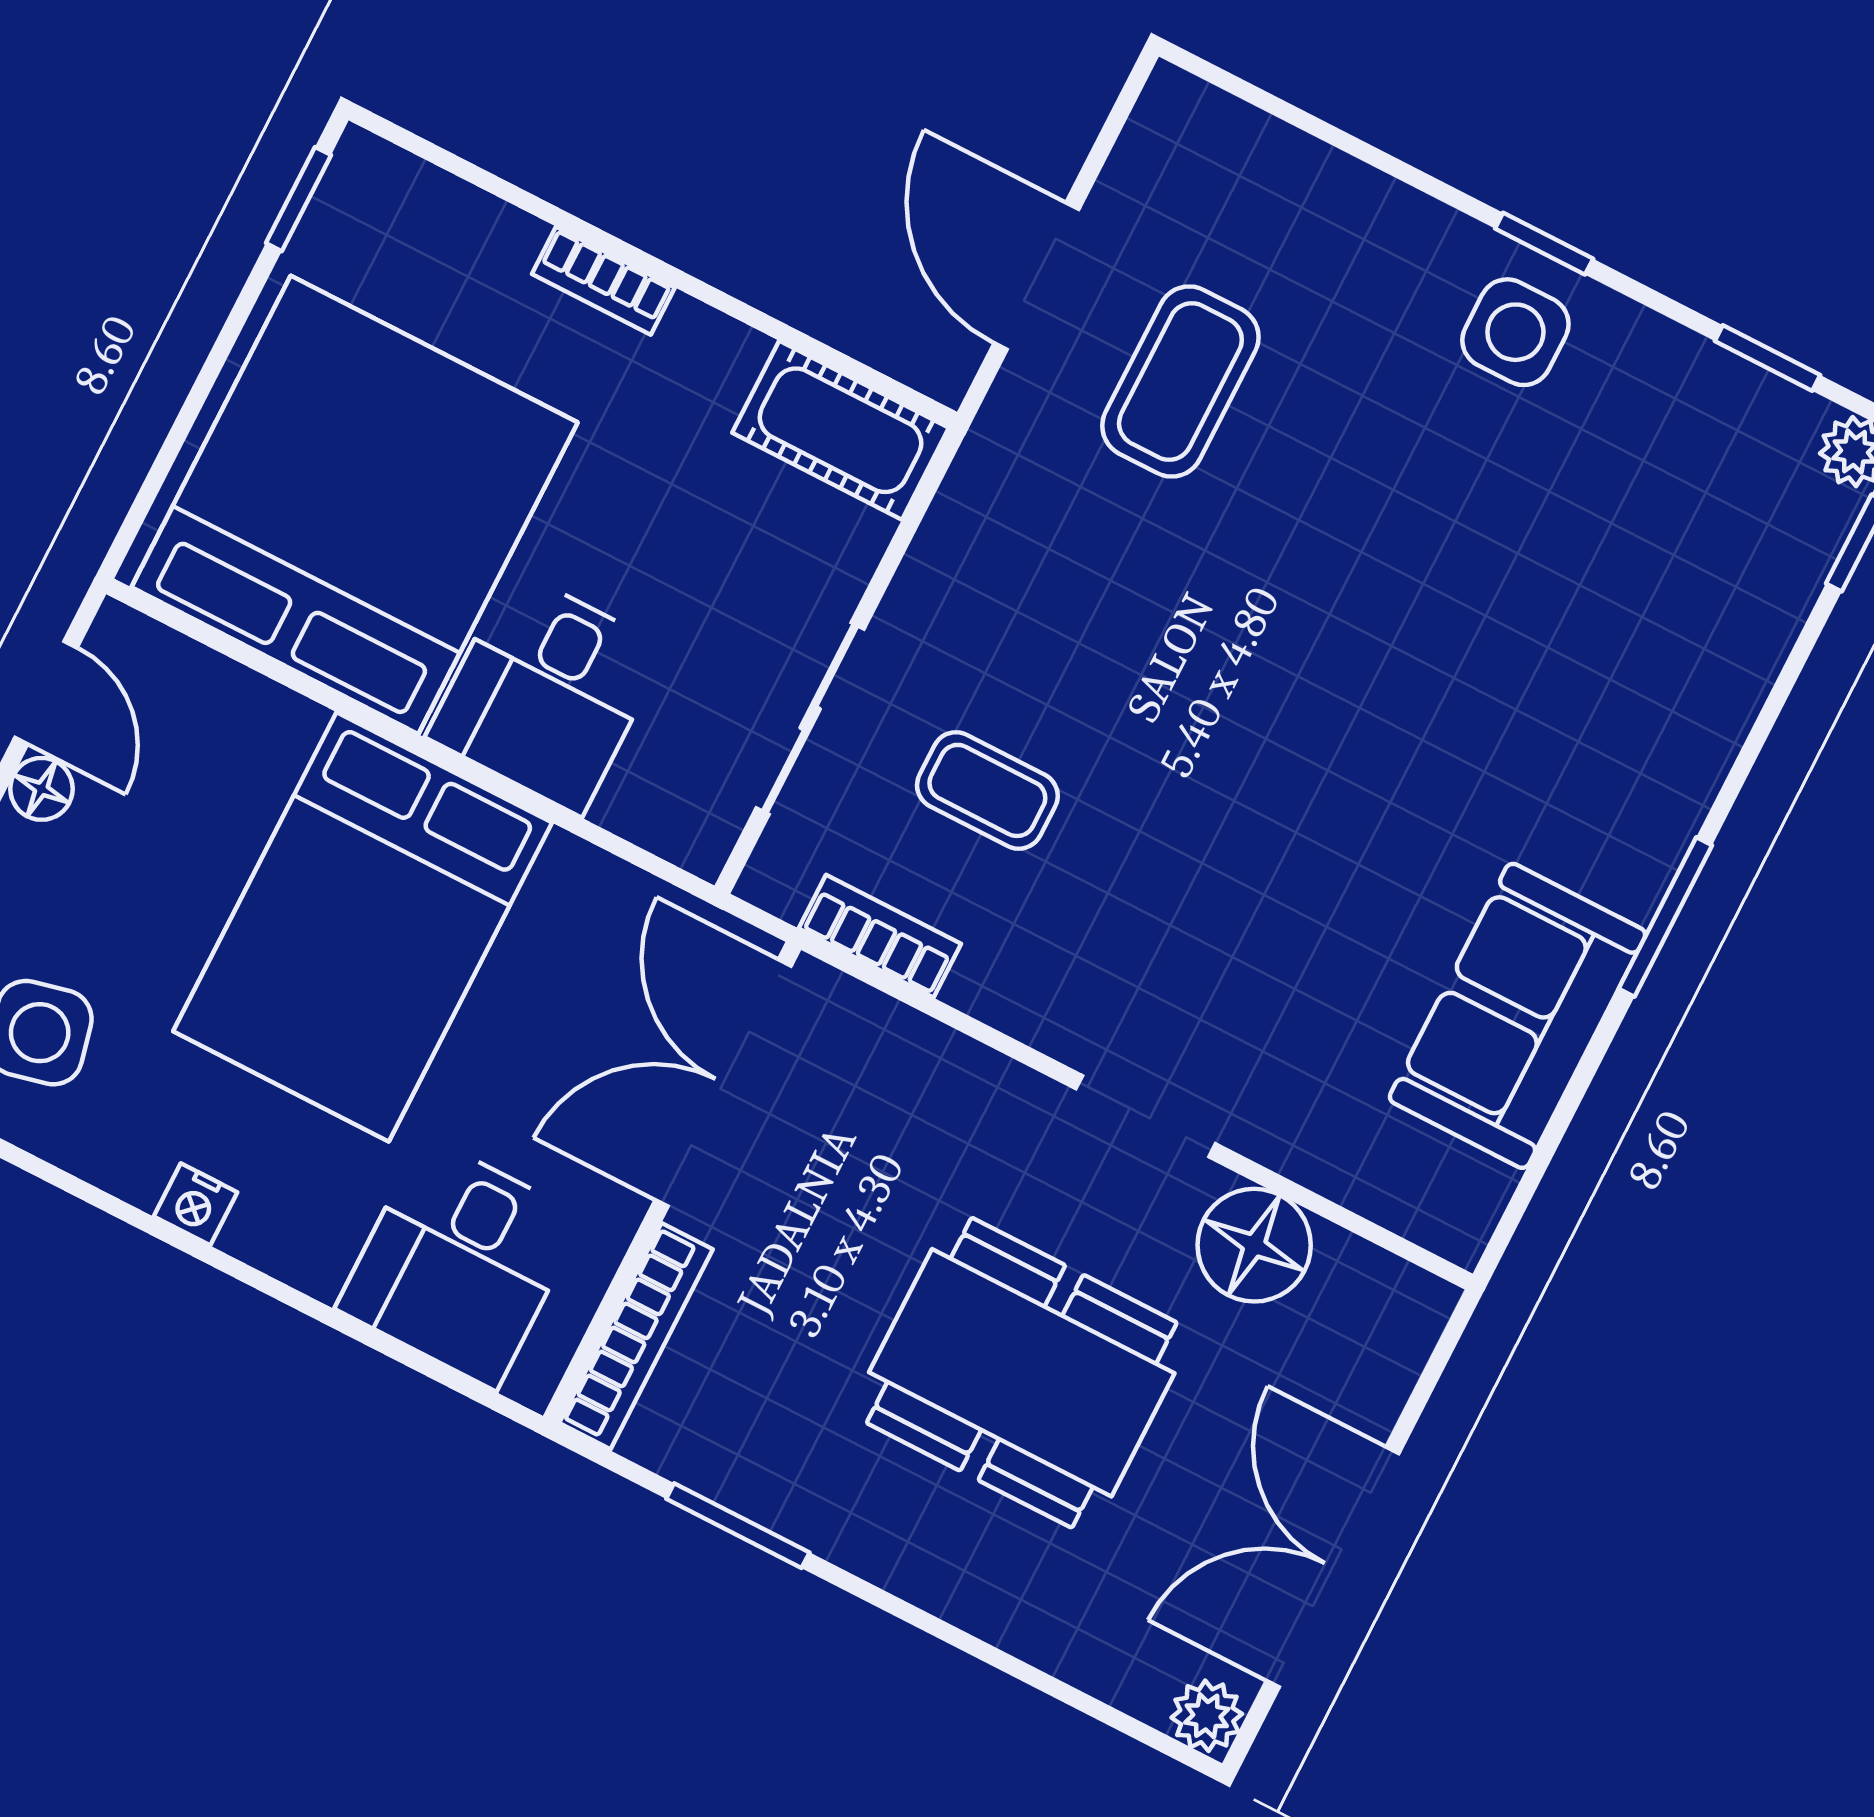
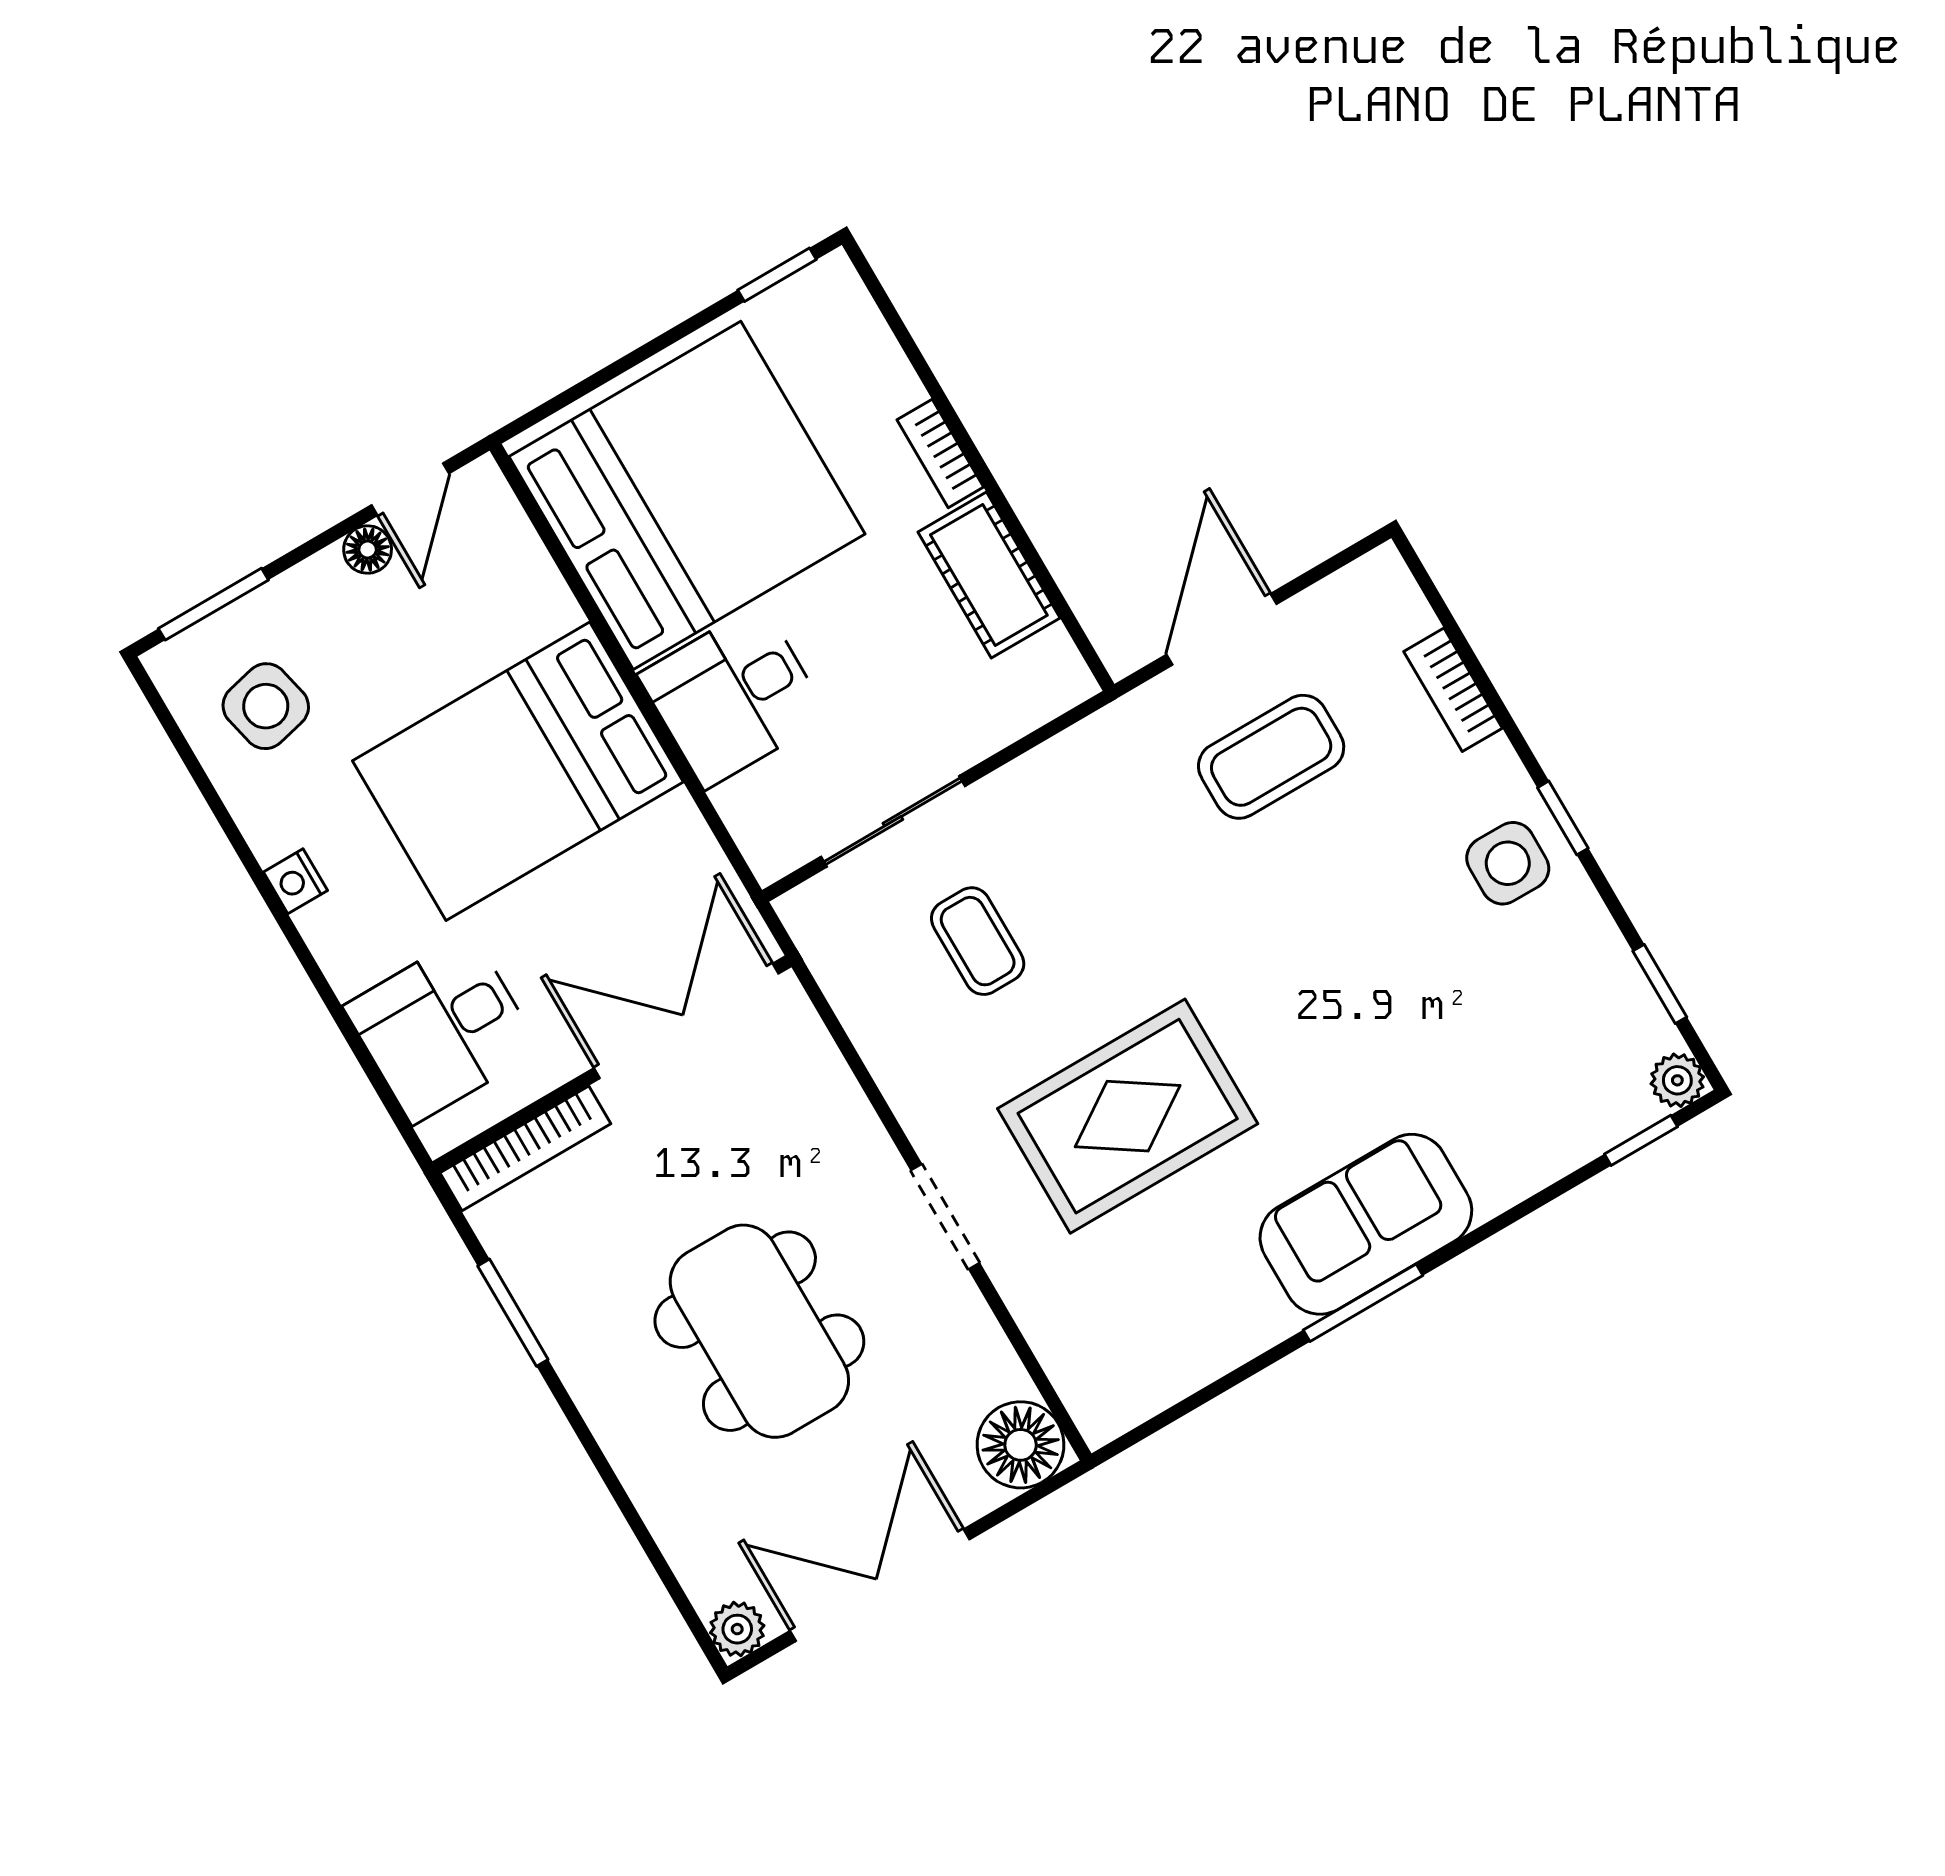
cot: (841, 430) -> (989, 575), moved
rug: (1275, 877) -> (1128, 1116), added
bookcase: (880, 936) -> (1453, 690), moved, turned 180
sofa: (1518, 1016) -> (1366, 1224), moved
floor lamp: (1254, 1245) -> (1021, 1445), moved

